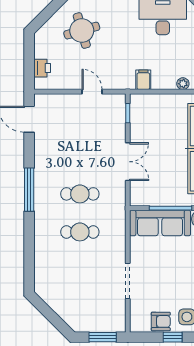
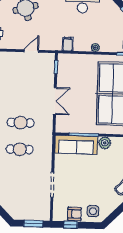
door: (92, 92) -> (31, 51), hinge flipped
window: (173, 337) -> (71, 225), moved

